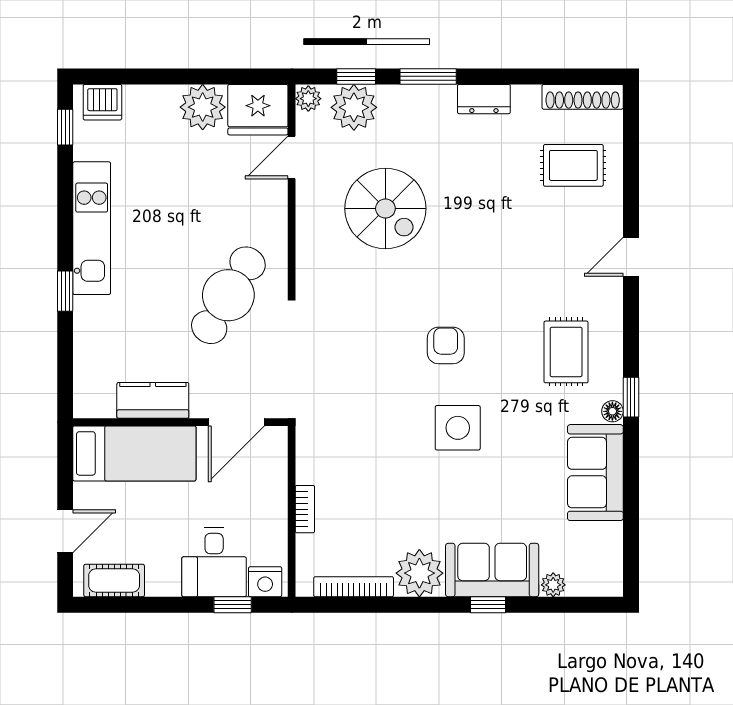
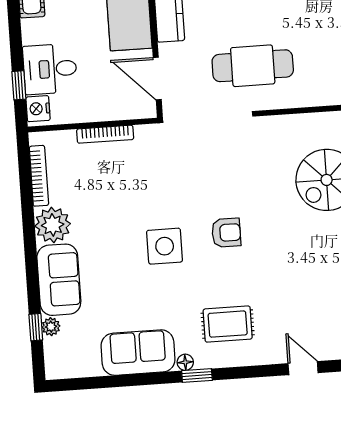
cafe table: (228, 295) -> (253, 66), turned -31
bookcase: (305, 509) -> (105, 134), width x1.56
window: (488, 605) -> (36, 327), moved

